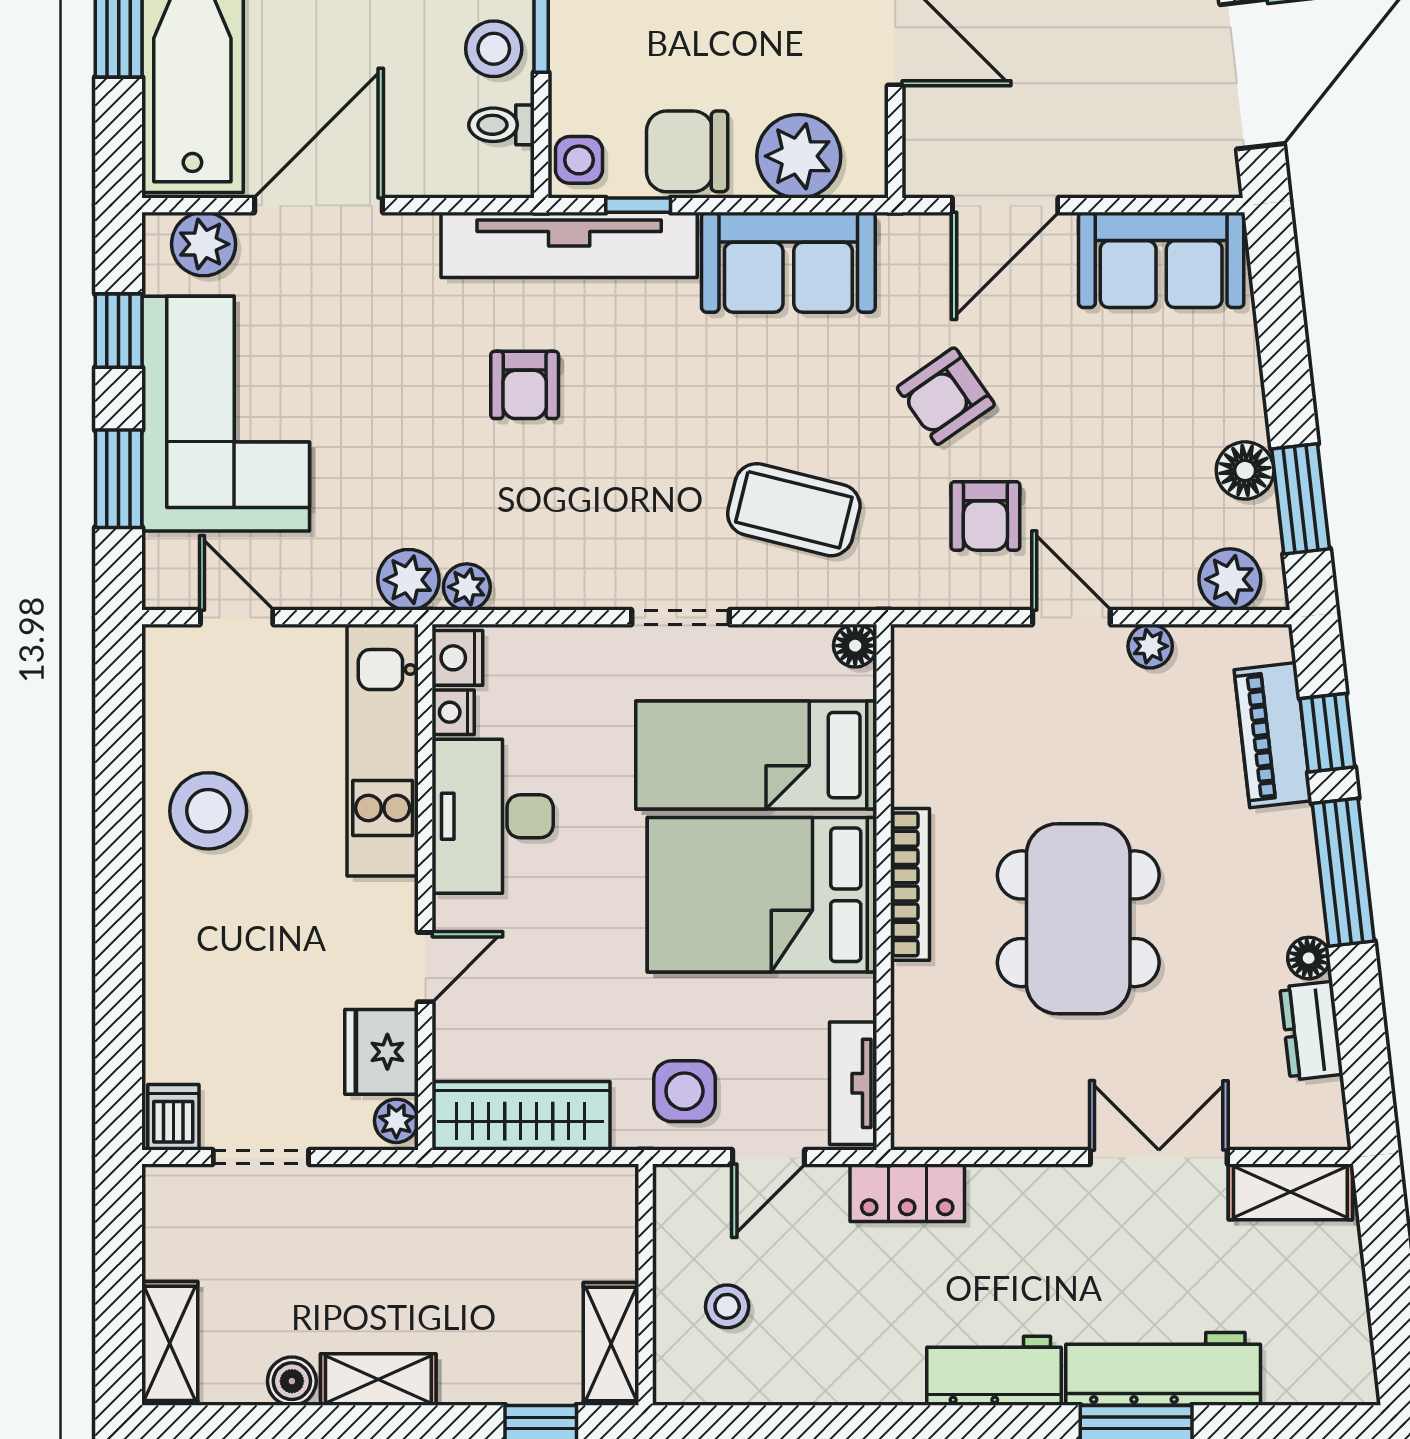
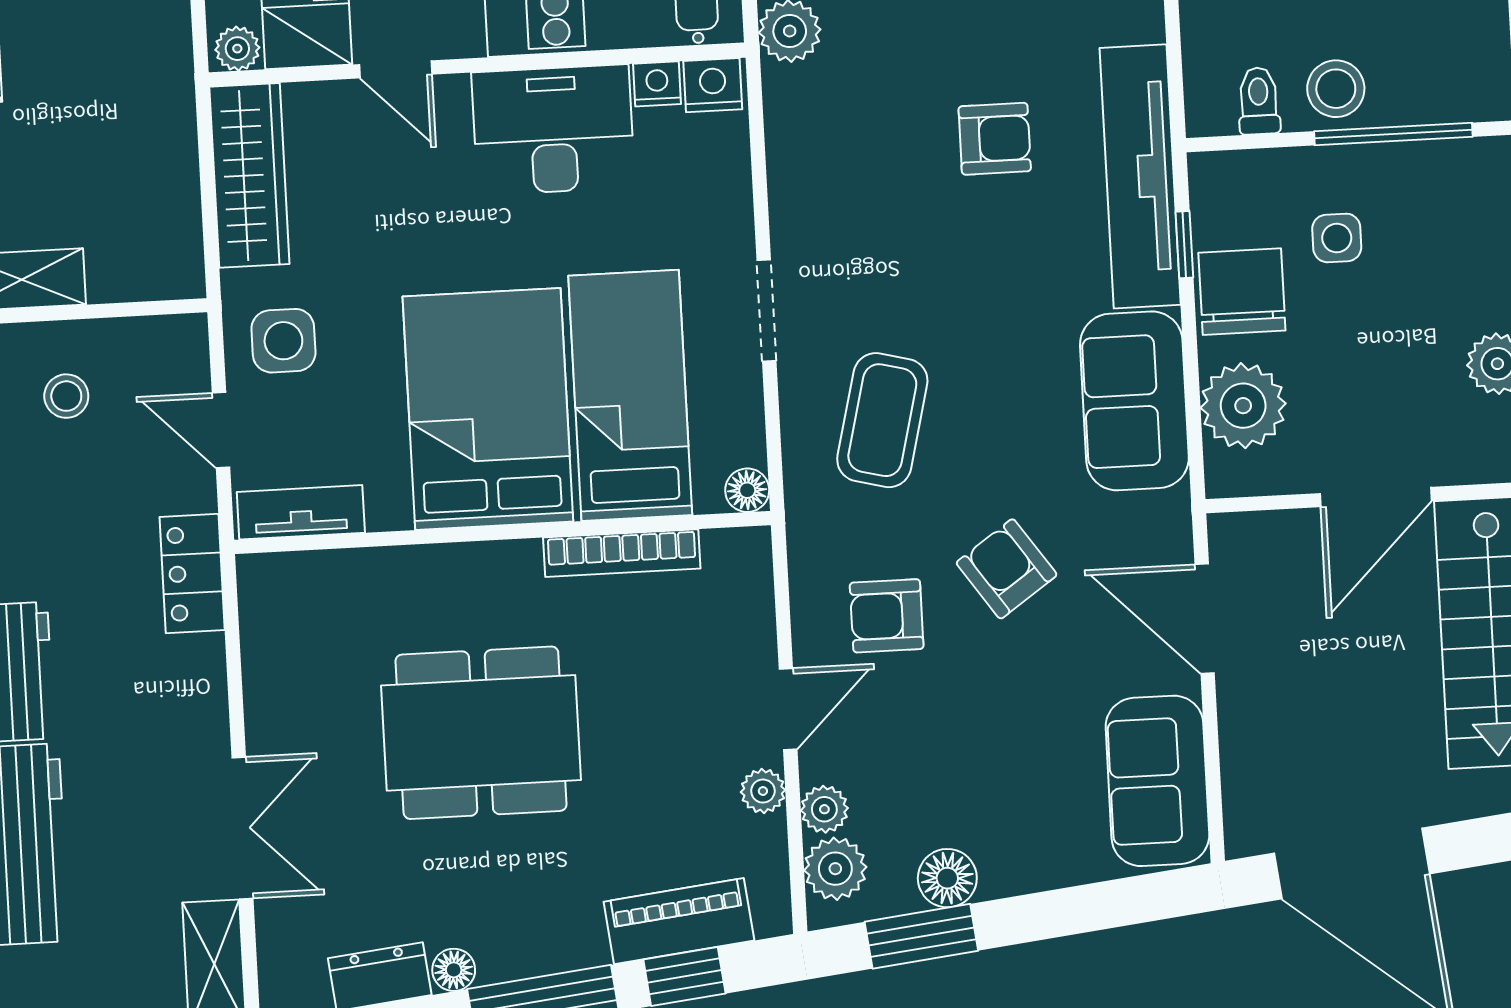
side table: (579, 160) -> (1337, 238), moved
armchair: (525, 385) -> (995, 139), turned 180
plant: (467, 587) -> (824, 809), moved
bookcase: (910, 884) -> (622, 553), moved

